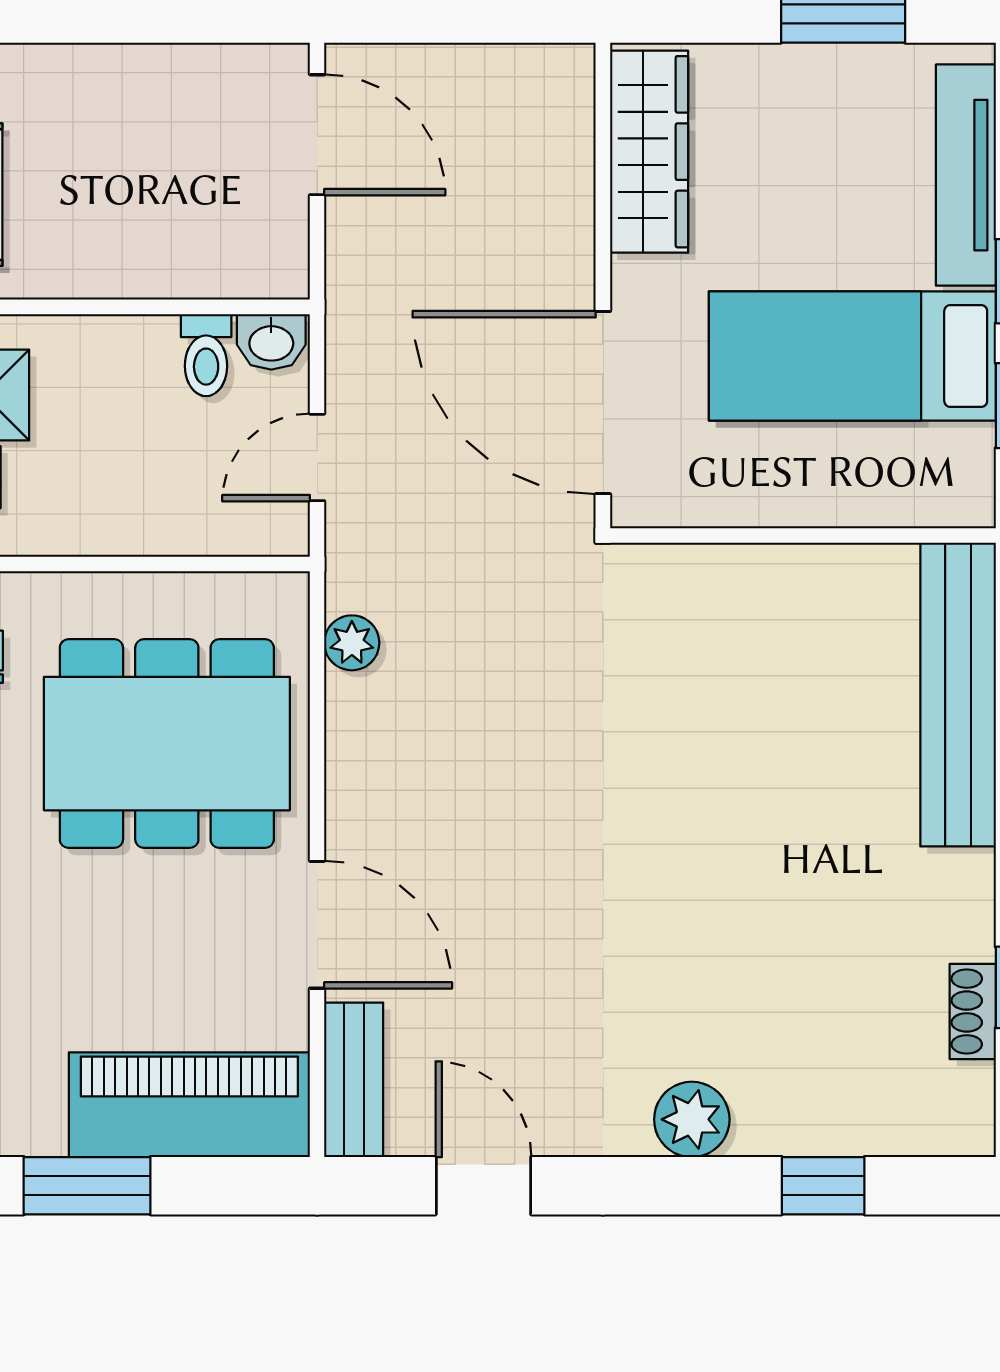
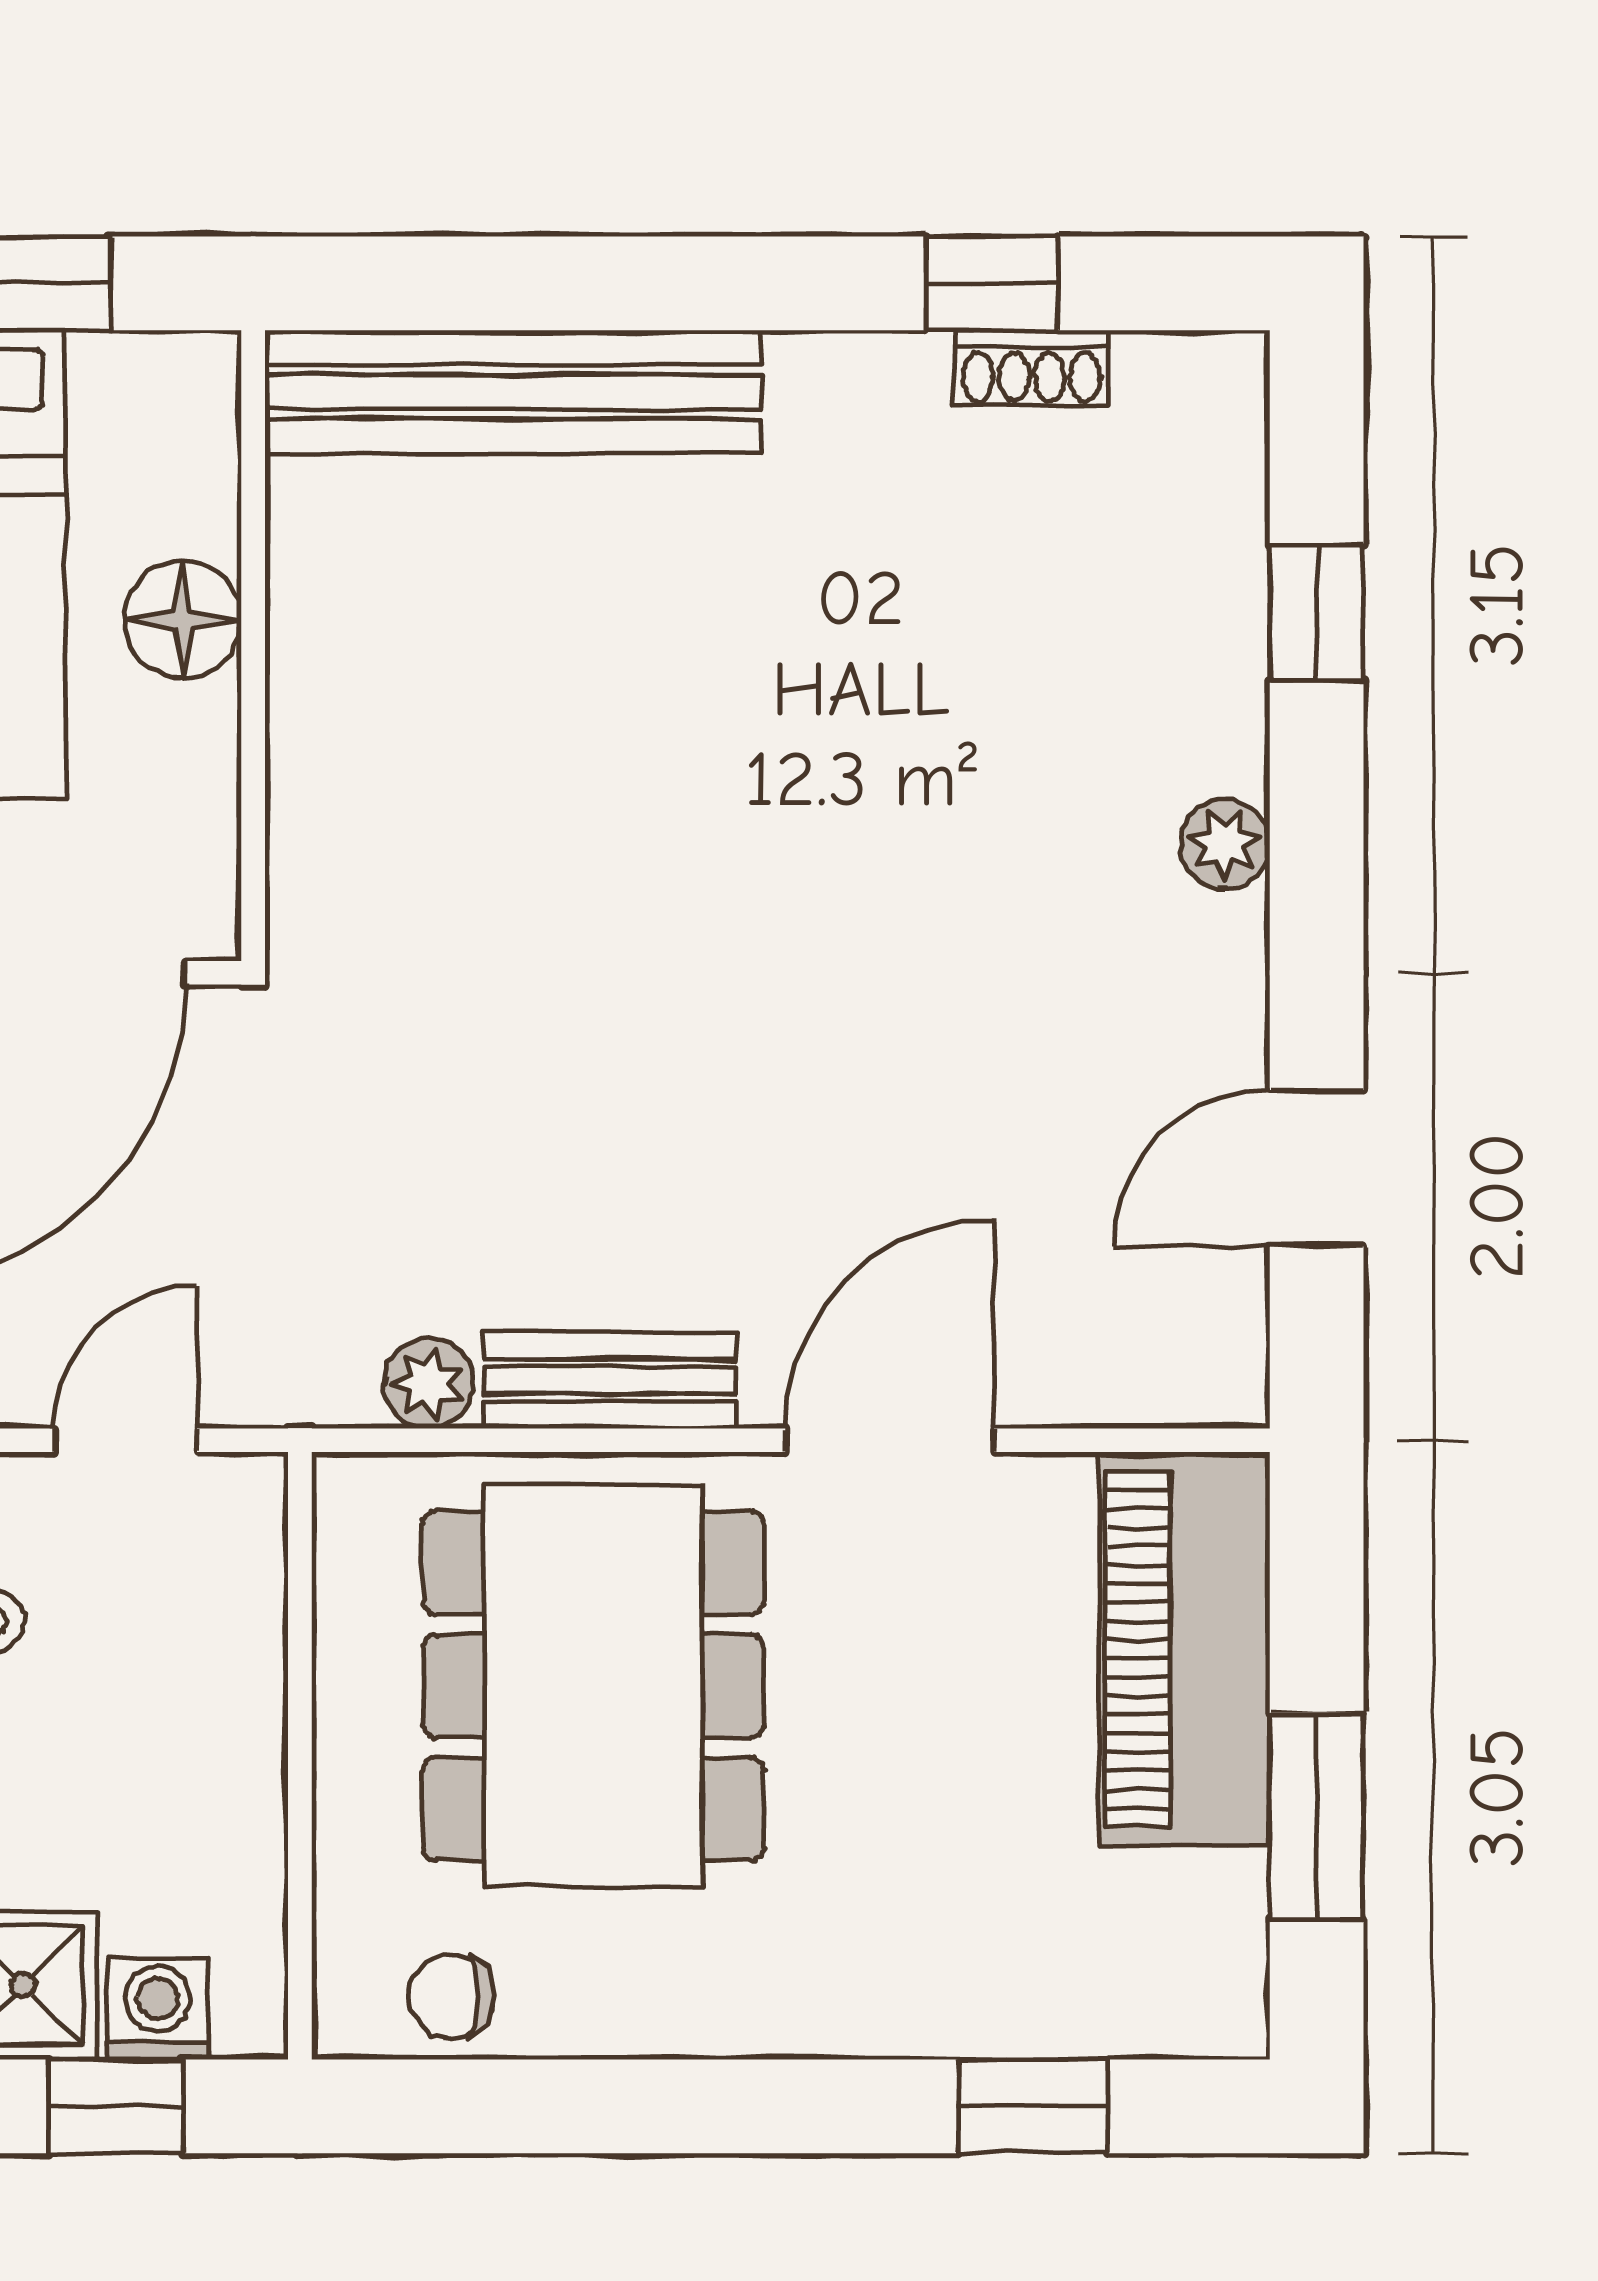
door: (317, 457) -> (125, 1440), swing flipped
floor lamp: (819, 493) -> (183, 619), added
bench: (354, 1080) -> (609, 1380), moved
plant: (692, 1119) -> (1225, 844), width x0.73, depth x0.73

